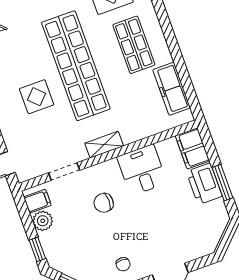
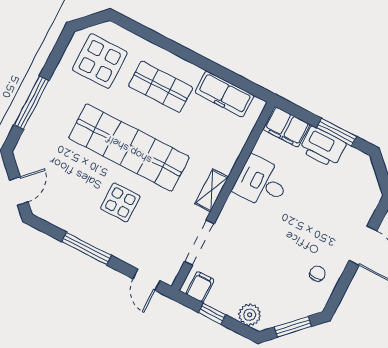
doorway: (64, 171) -> (199, 243), width x1.38
chair: (104, 203) -> (255, 238), removed
plant: (43, 221) -> (250, 315), moved
window: (37, 249) -> (212, 314), moved
chair: (123, 264) -> (317, 274), turned -90

